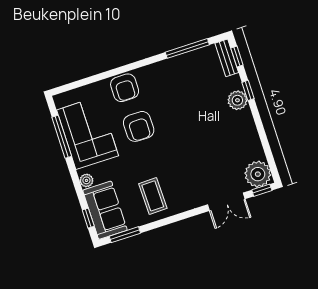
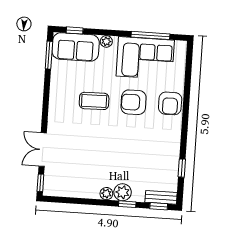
window: (187, 48) -> (182, 168), width x0.46
armchair: (125, 88) -> (170, 103), turned -90
plant: (258, 174) -> (106, 194), moved, width x0.53, depth x0.53
coffee table: (153, 196) -> (94, 101), moved

